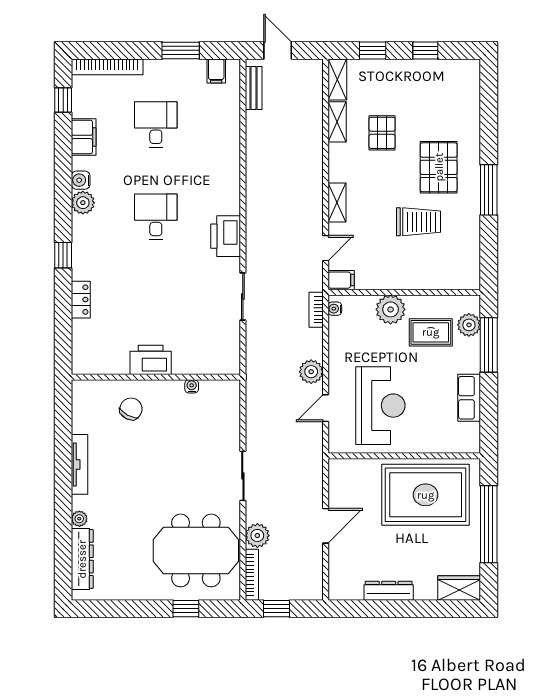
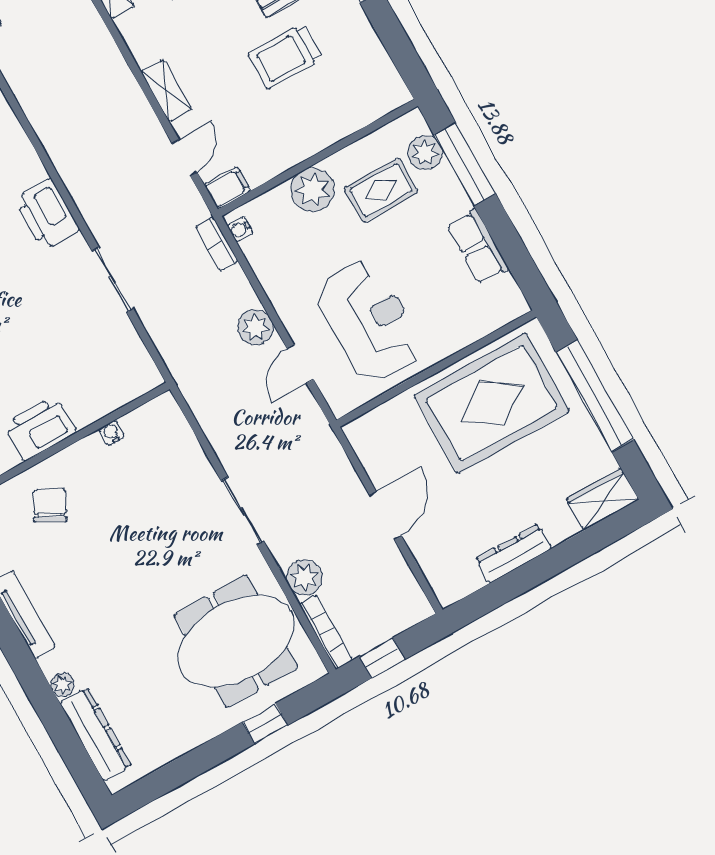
trolley: (419, 222) -> (285, 56), turned 180

